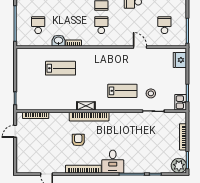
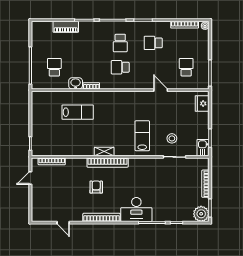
school desk: (101, 25) -> (120, 67), turned -90
lab bench: (122, 91) -> (142, 136), turned -90
desk: (113, 162) -> (136, 210), width x1.37

